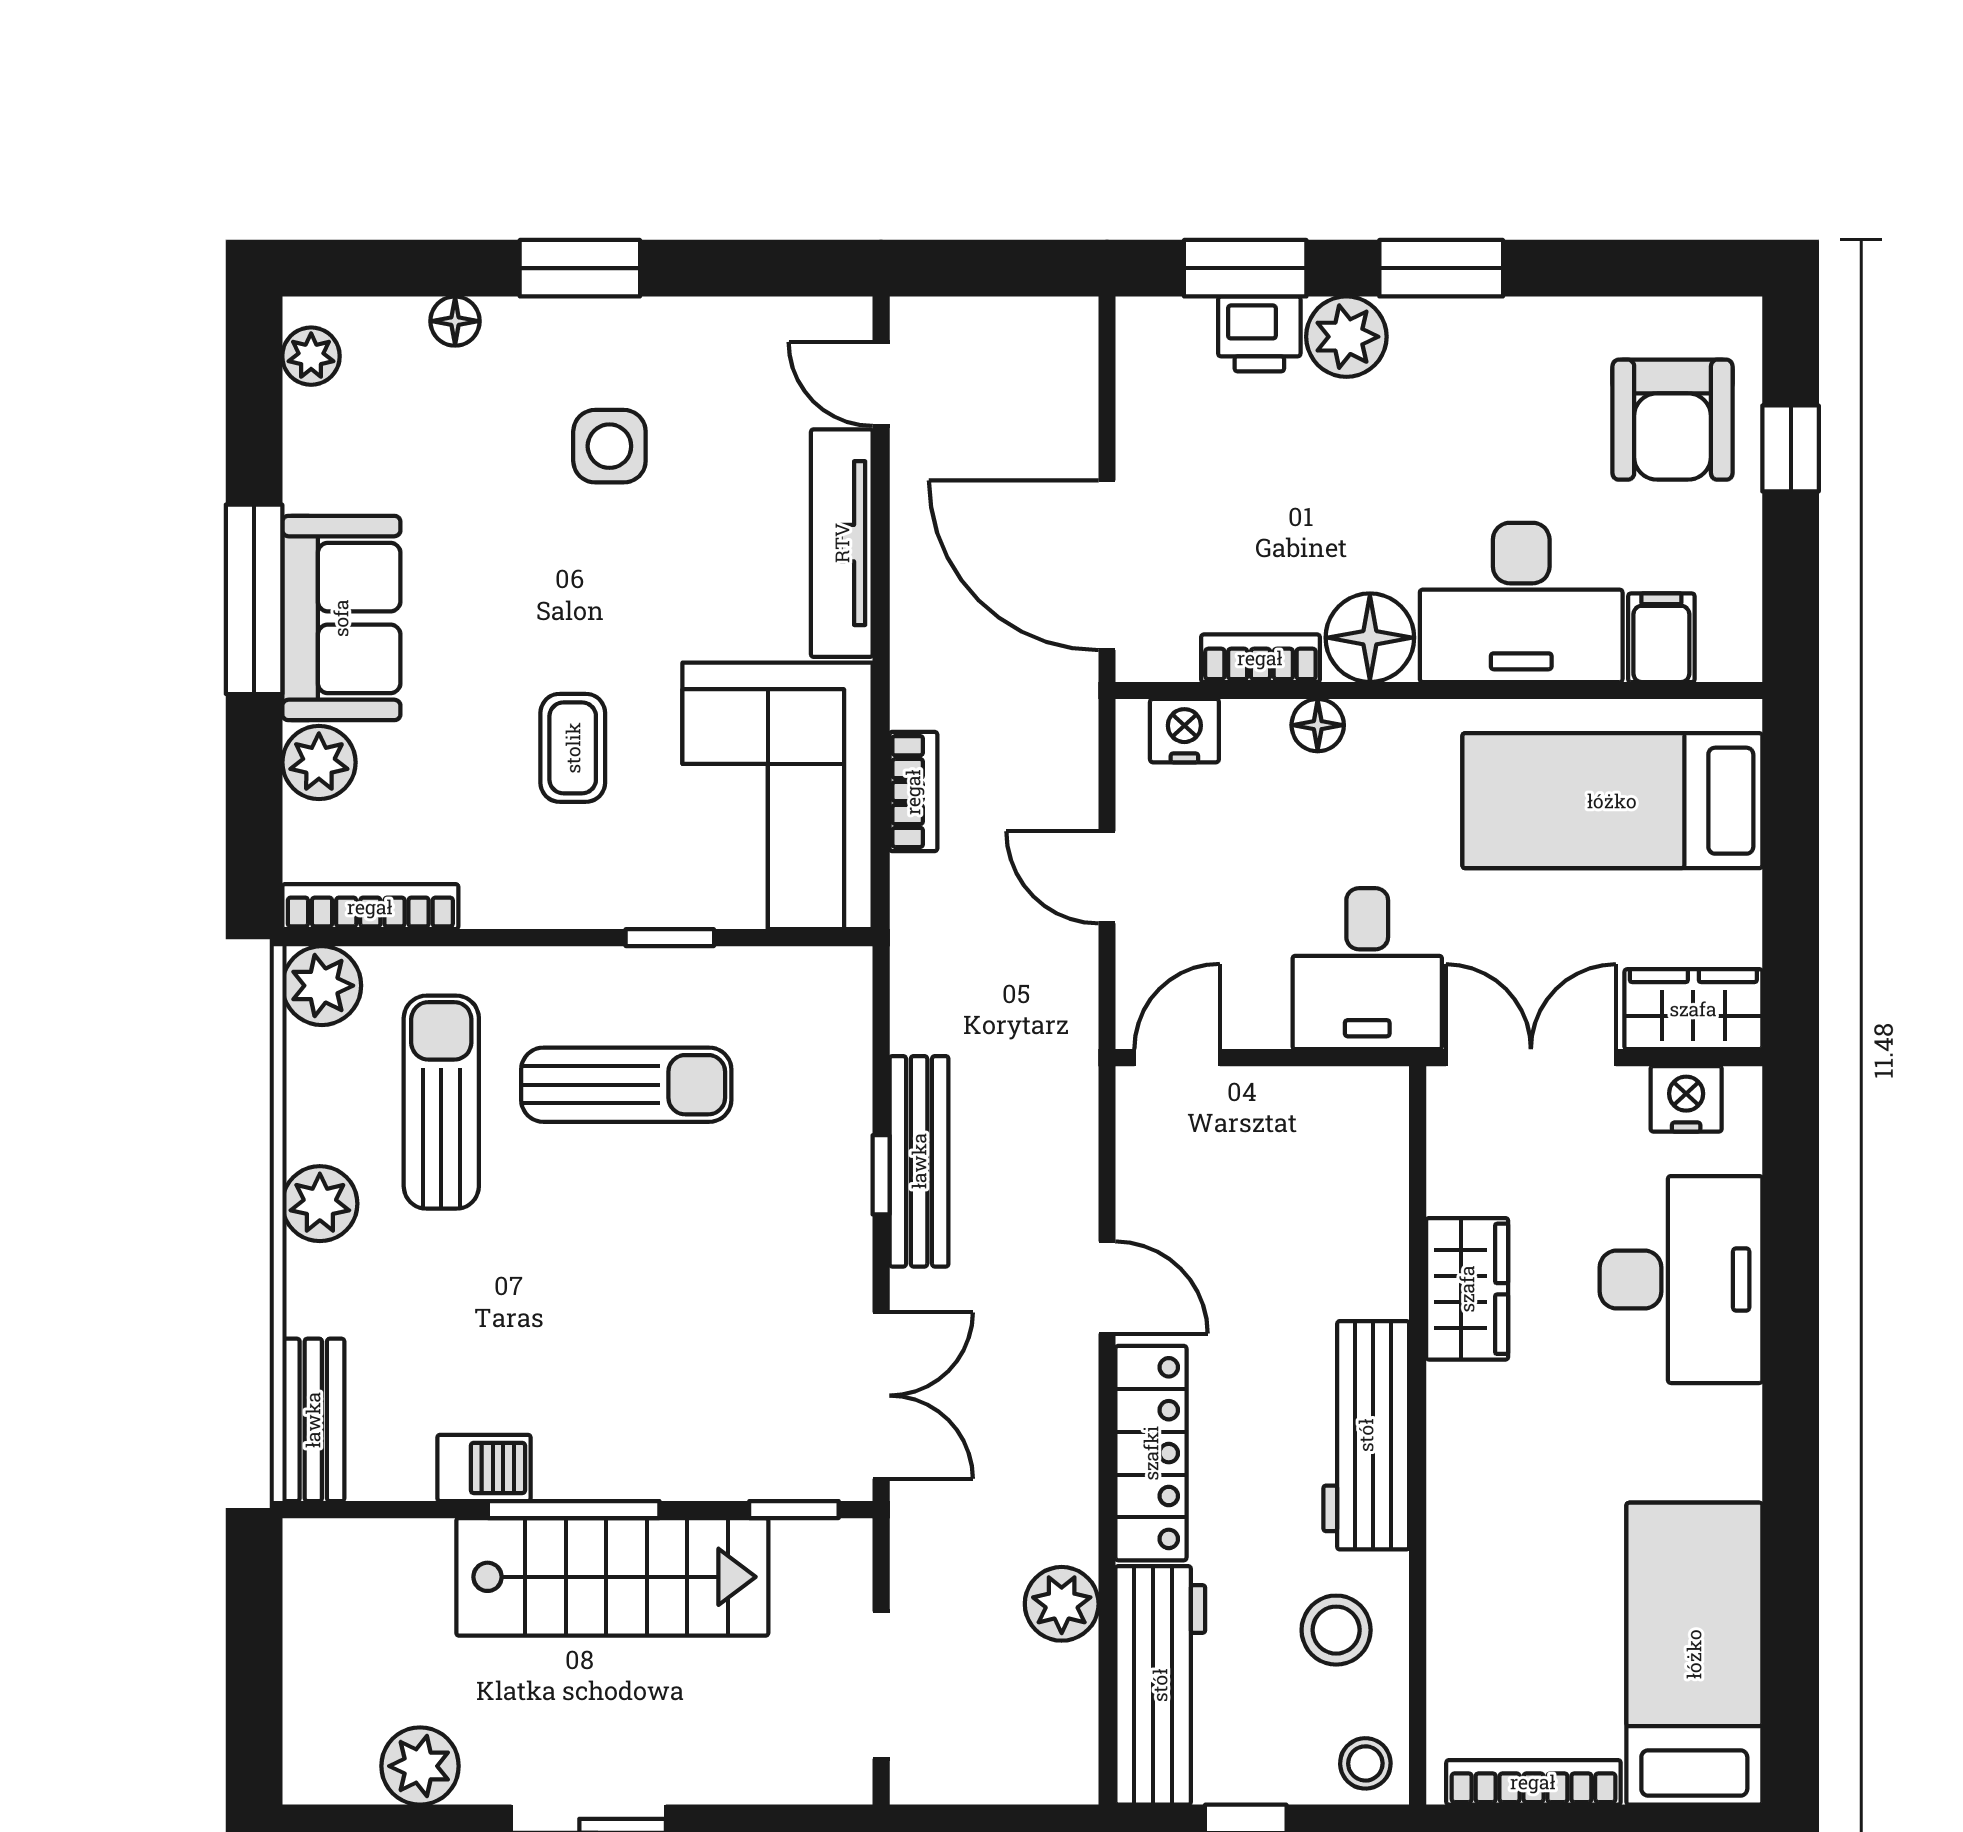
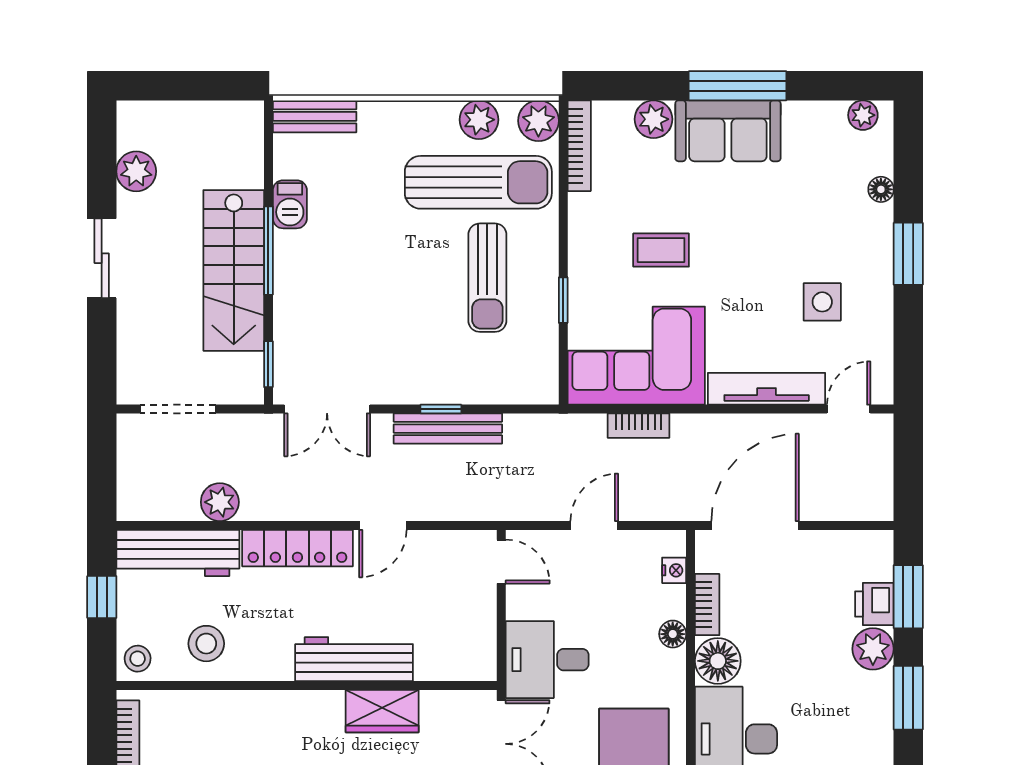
side table: (609, 446) -> (822, 302), moved
nightstand: (1184, 731) -> (674, 570), width x0.72, depth x0.74
sun lounger: (441, 1102) -> (478, 182), width x1.36, depth x1.34
plant: (320, 1204) -> (479, 120), moved
workbench: (1366, 1435) -> (354, 659), moved

